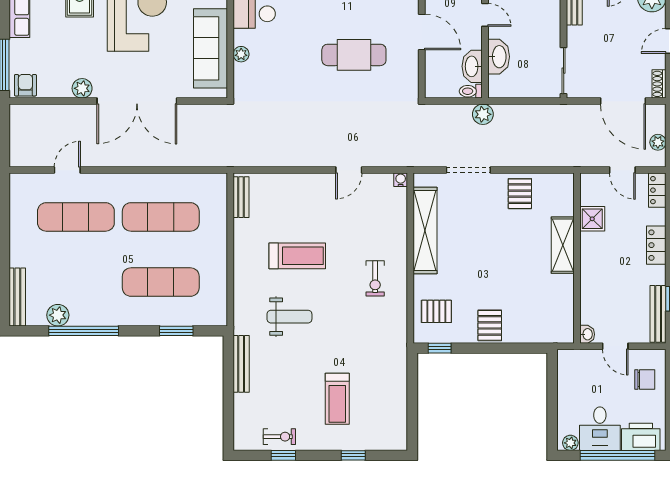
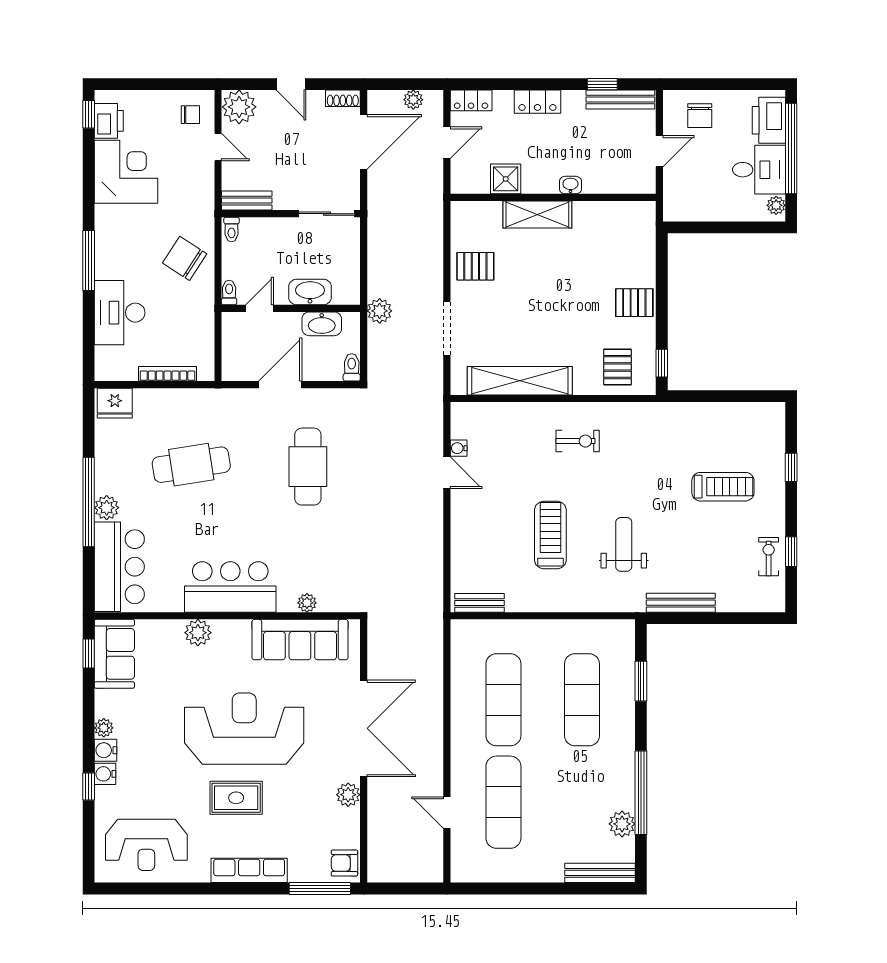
toilet: (471, 91) -> (352, 367), moved, turned 180
water cooler: (401, 180) -> (459, 448), moved
washbasin: (587, 334) -> (570, 185), moved
chair: (645, 380) -> (700, 116), turned 180

